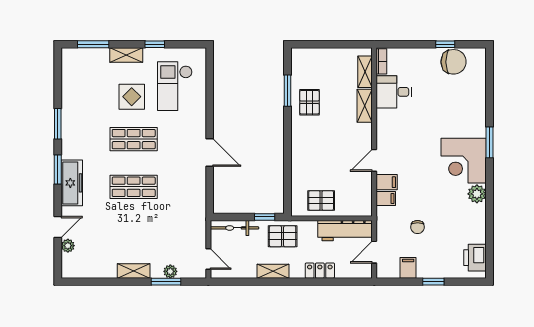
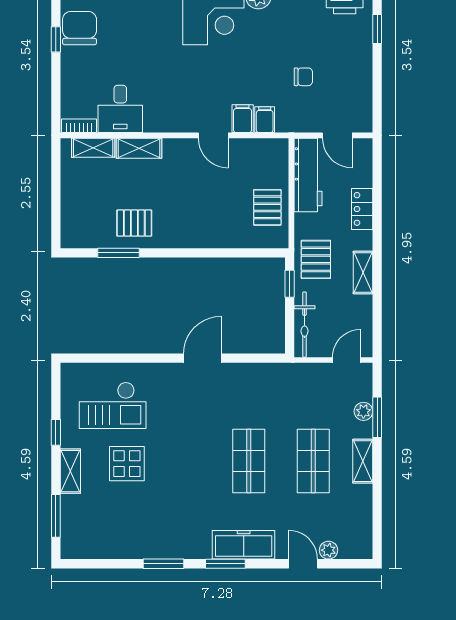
shop shelf: (134, 139) -> (313, 461), moved
filing cabinet: (408, 268) -> (358, 90), removed
window: (433, 282) -> (377, 29), moved

